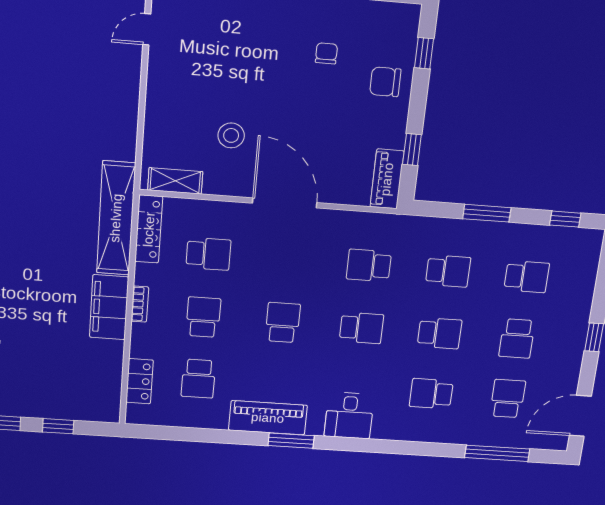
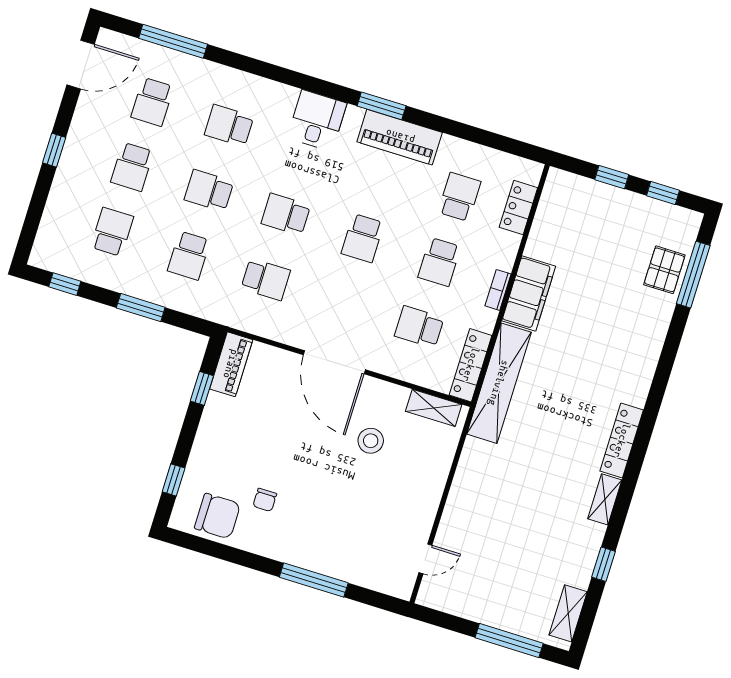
chair: (385, 82) -> (217, 516), moved, width x1.37, depth x1.37
school desk: (448, 271) -> (189, 256), turned -90
school desk: (527, 277) -> (112, 232), turned 90
school desk: (517, 339) -> (132, 167), turned 180
school desk: (431, 394) -> (229, 126), turned 180

